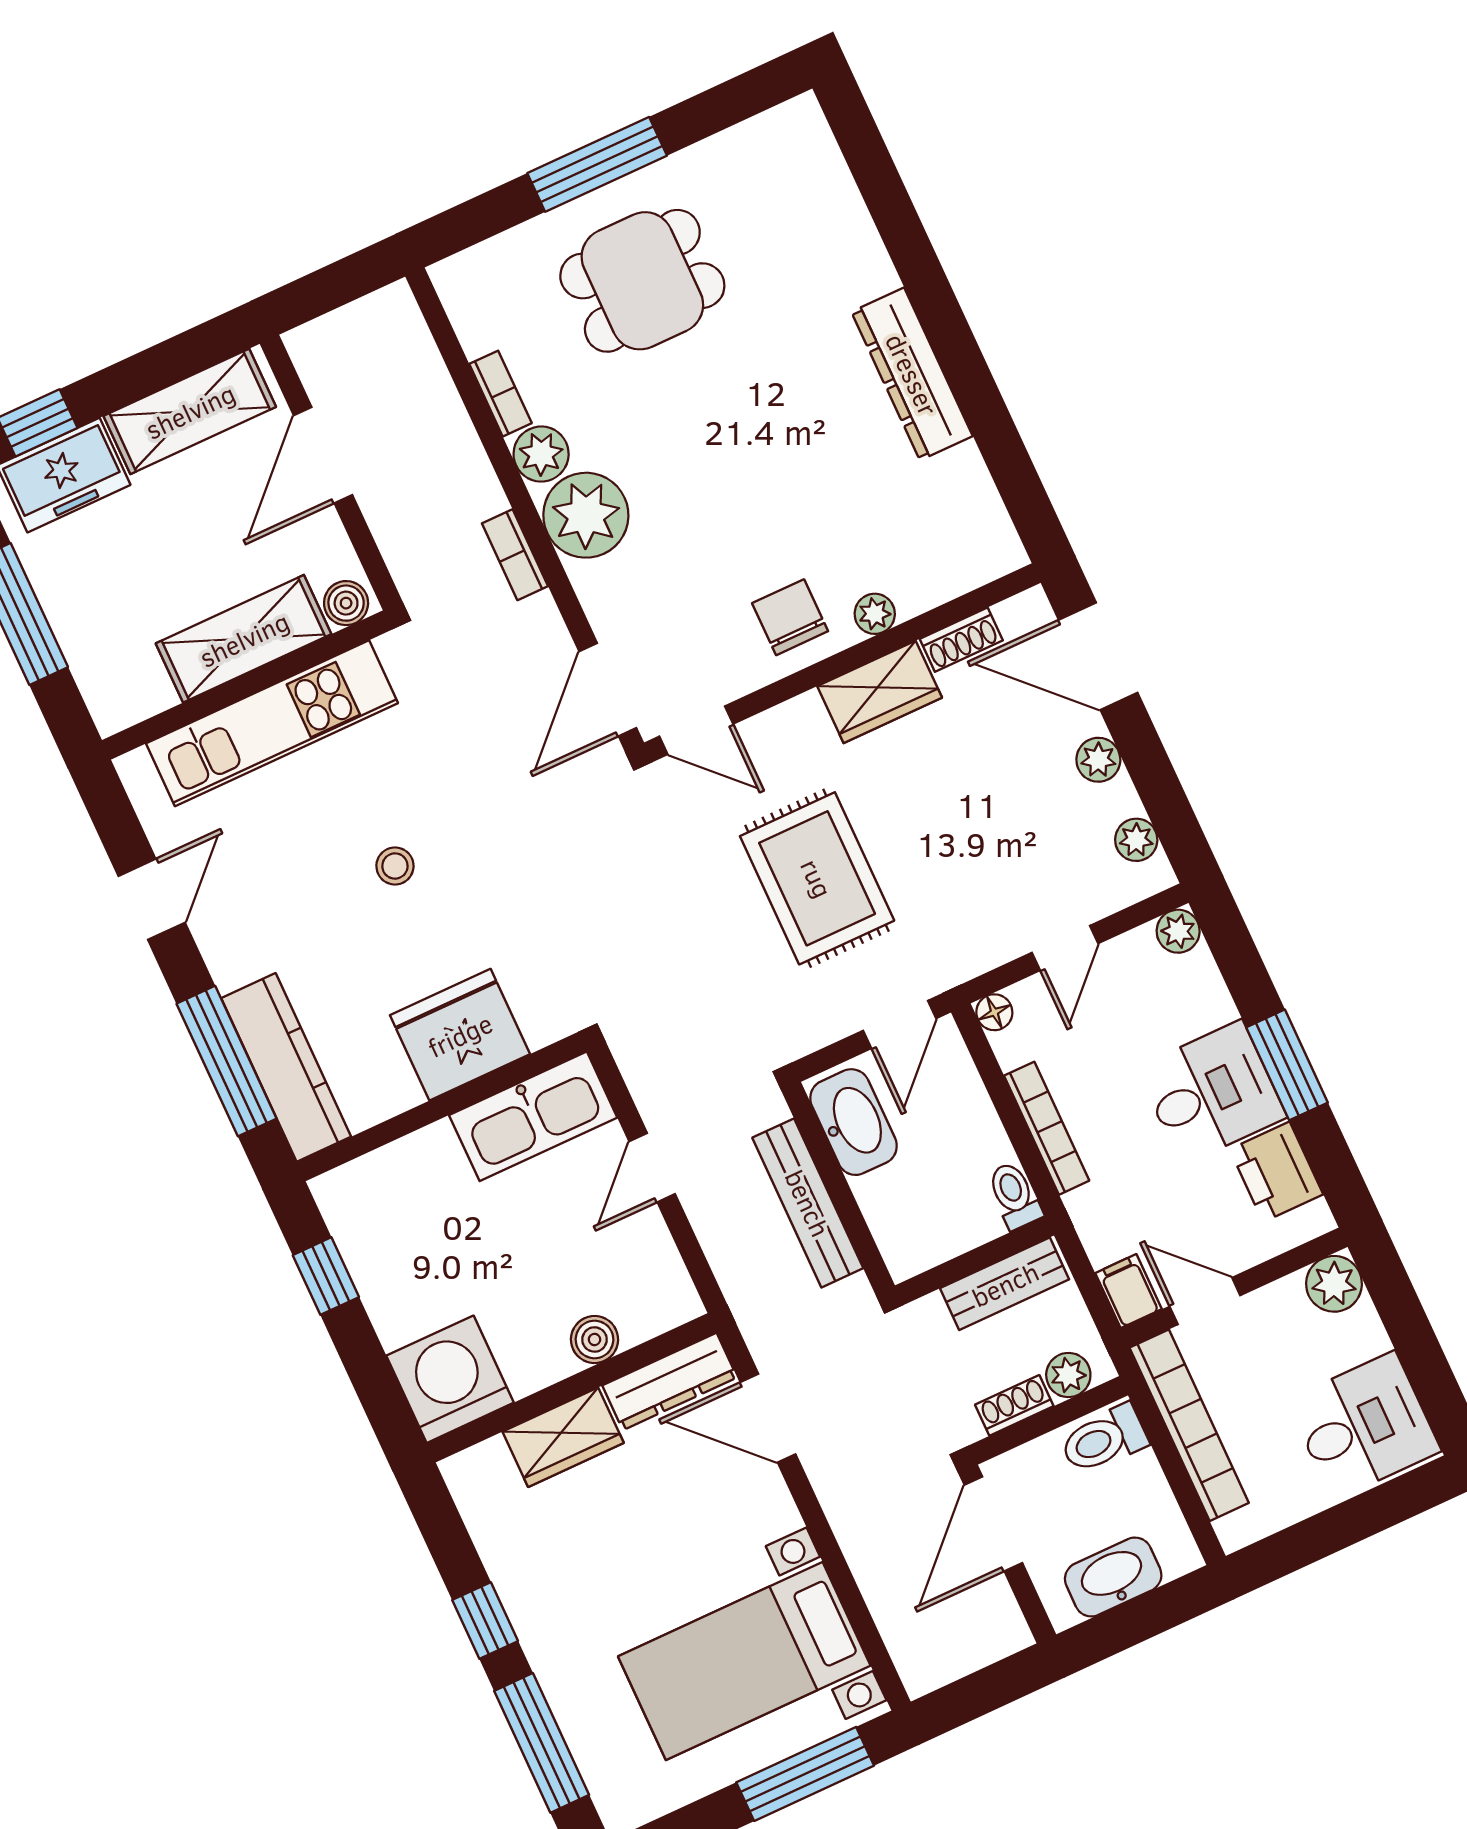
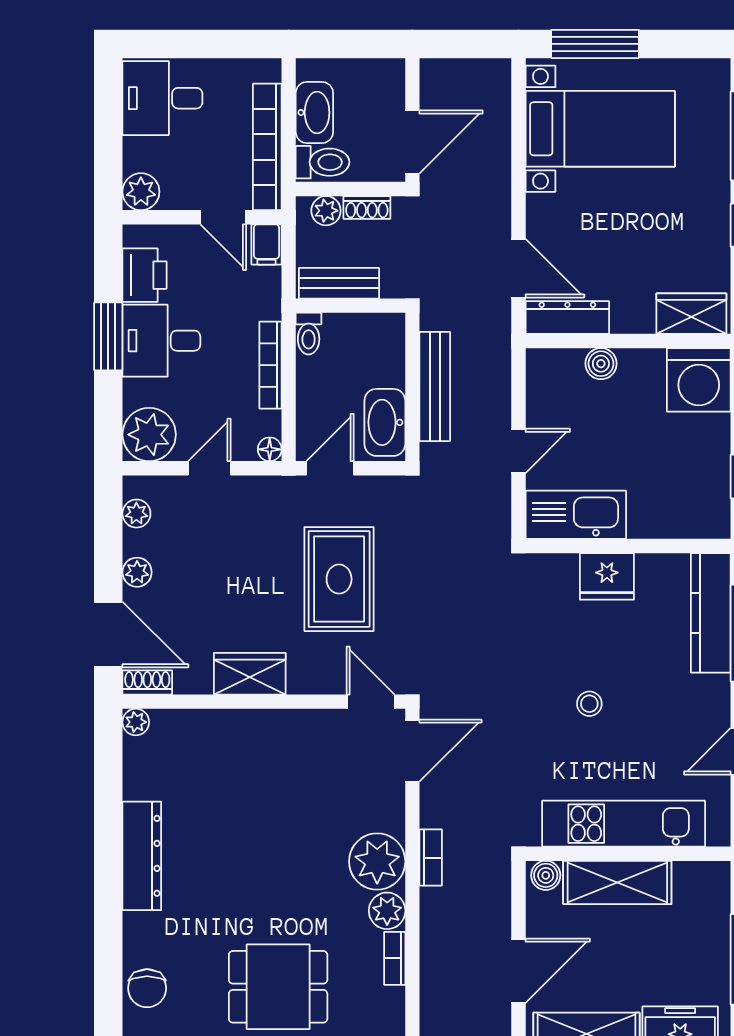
plant: (875, 614) -> (136, 722), moved
chair: (790, 617) -> (147, 988), moved
shoe rack: (961, 640) -> (147, 682), moved
plant: (1178, 931) -> (149, 435), width x1.88, depth x1.88
fridge: (460, 1035) -> (607, 576), width x0.73, depth x0.75
wardrobe: (563, 1437) -> (691, 314), moved
washbasin: (1113, 1577) -> (314, 113), moved, turned -90

